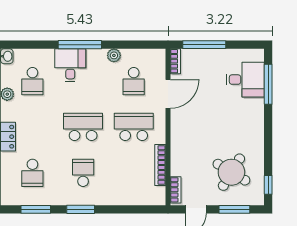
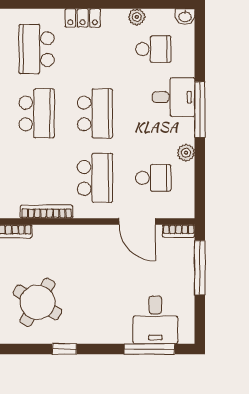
school desk: (32, 81) -> (153, 49), turned 180
school desk: (134, 81) -> (153, 178), turned 180
school desk: (32, 173) -> (37, 49), width x1.85
school desk: (83, 173) -> (37, 113), width x1.85
window: (268, 185) -> (64, 349), moved

